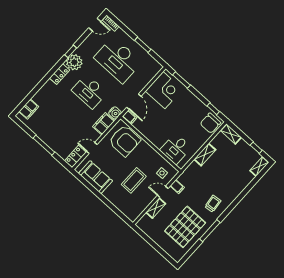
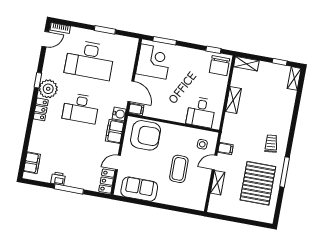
printer: (41, 133) -> (58, 179), added

